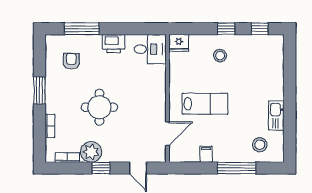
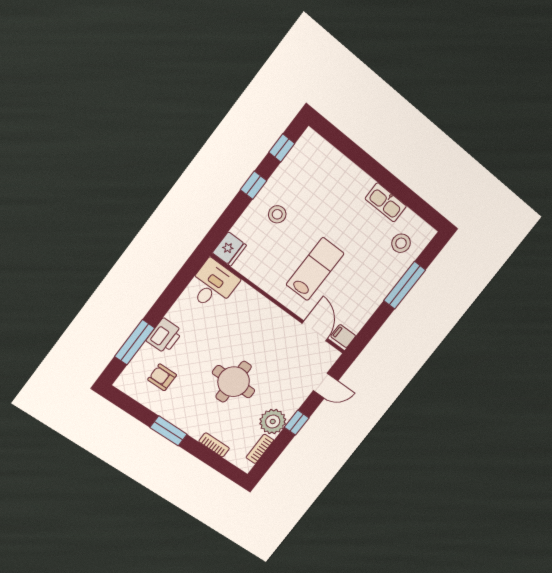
printer: (114, 44) -> (165, 336), moved
filing cabinet: (206, 154) -> (343, 336), moved

